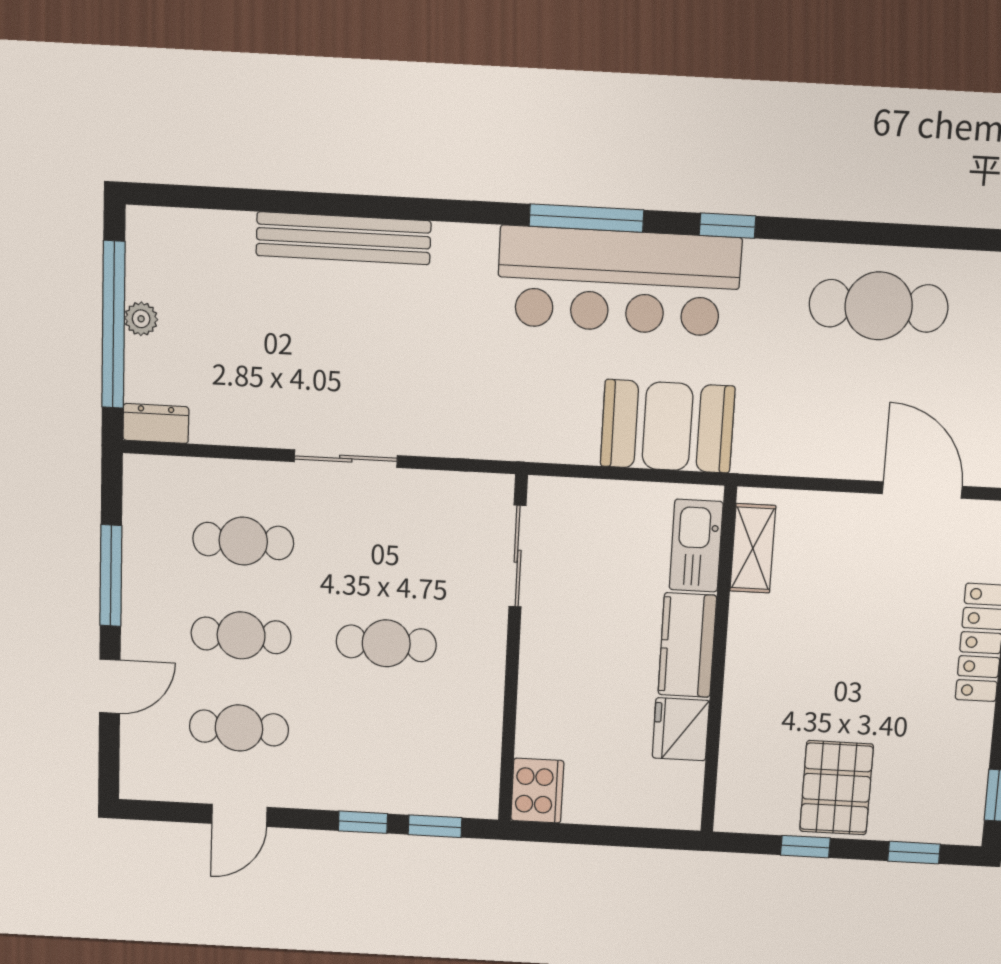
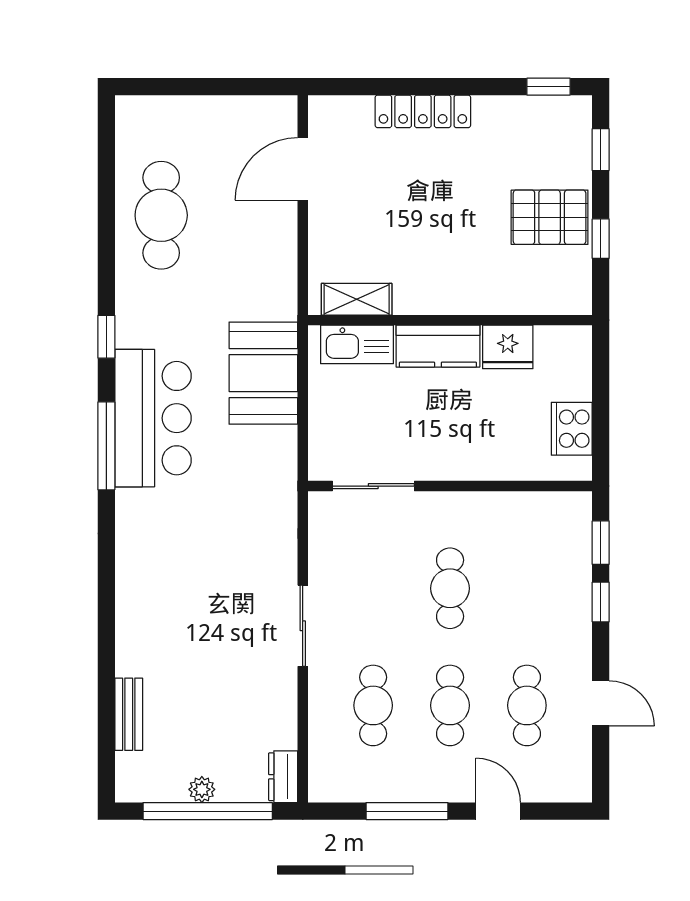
bench: (343, 238) -> (129, 714), moved, width x0.54, depth x0.82
bar counter: (619, 281) -> (153, 418), width x0.73
cooker: (537, 791) -> (572, 429), moved, turned -90

